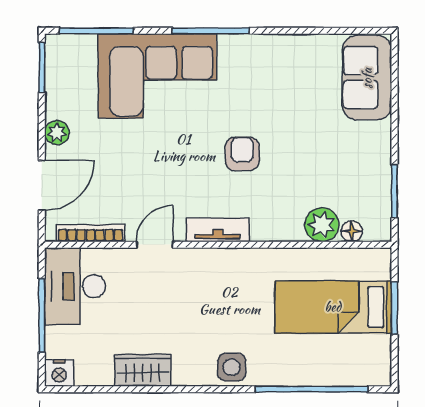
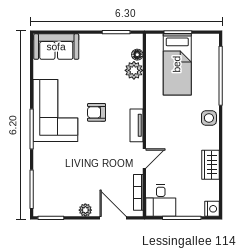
corner sofa: (157, 76) -> (55, 110), moved
door: (155, 245) -> (144, 158), swing flipped
desk: (75, 286) -> (161, 200), width x0.73

